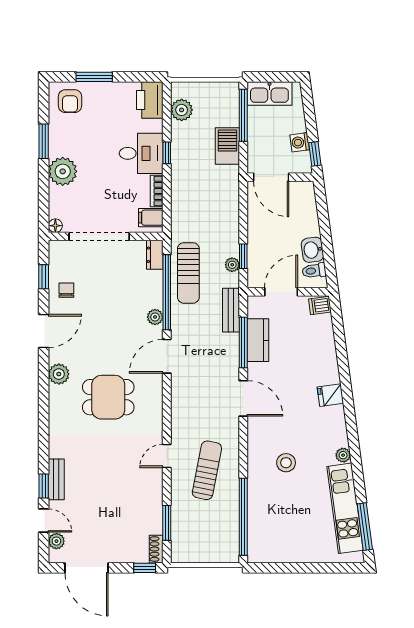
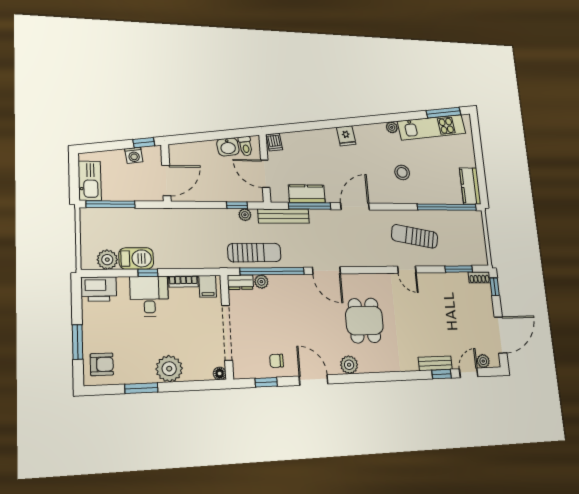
barbecue: (227, 146) -> (136, 258), moved, turned 180
bench: (231, 310) -> (284, 216), width x1.36
plant: (155, 317) -> (261, 282), moved
kitchen counter: (270, 551) -> (470, 186), added

